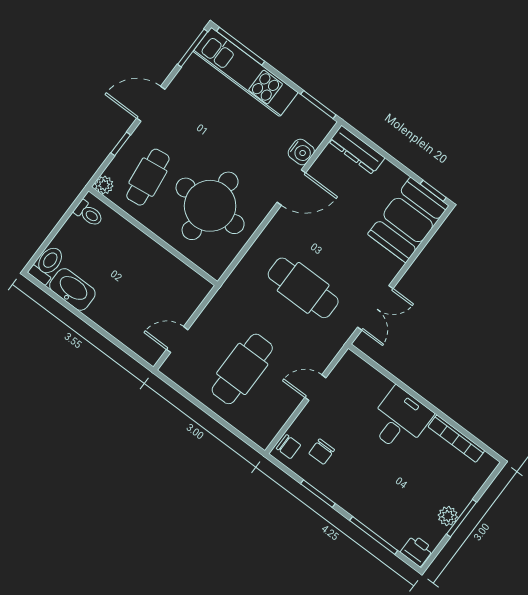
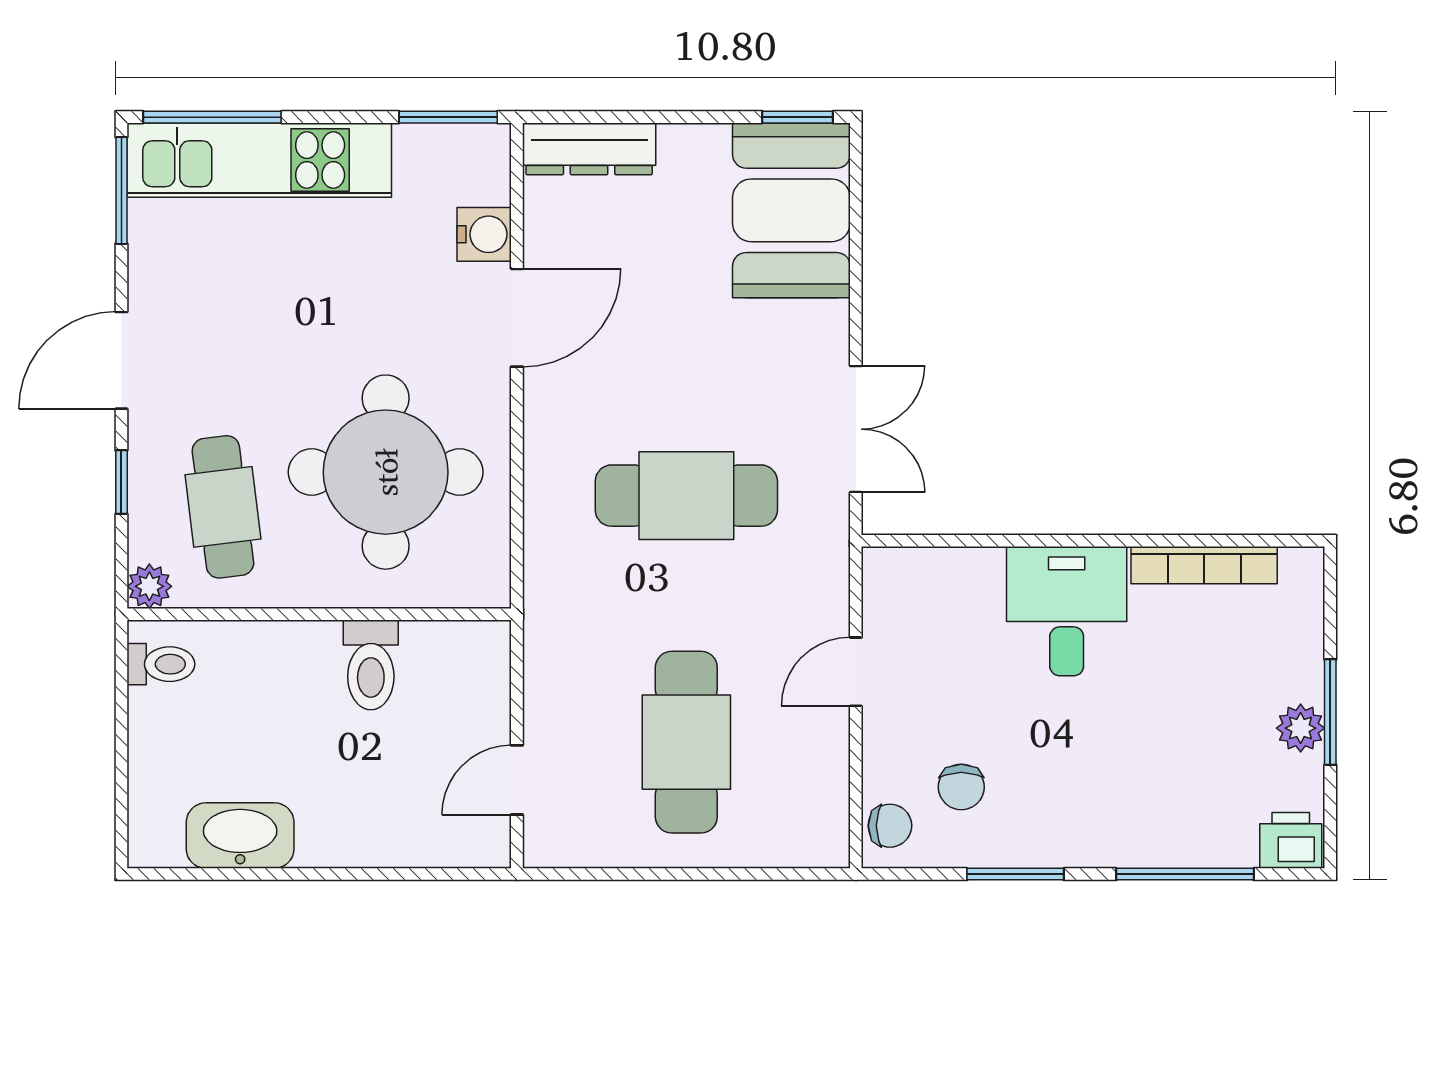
toilet: (47, 264) -> (371, 665), moved, turned 180

